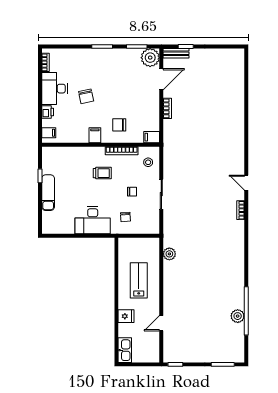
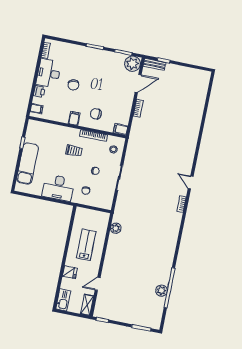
exam couch: (48, 193) -> (27, 164), width x1.36, depth x1.45
shelving: (154, 350) -> (87, 305), added

